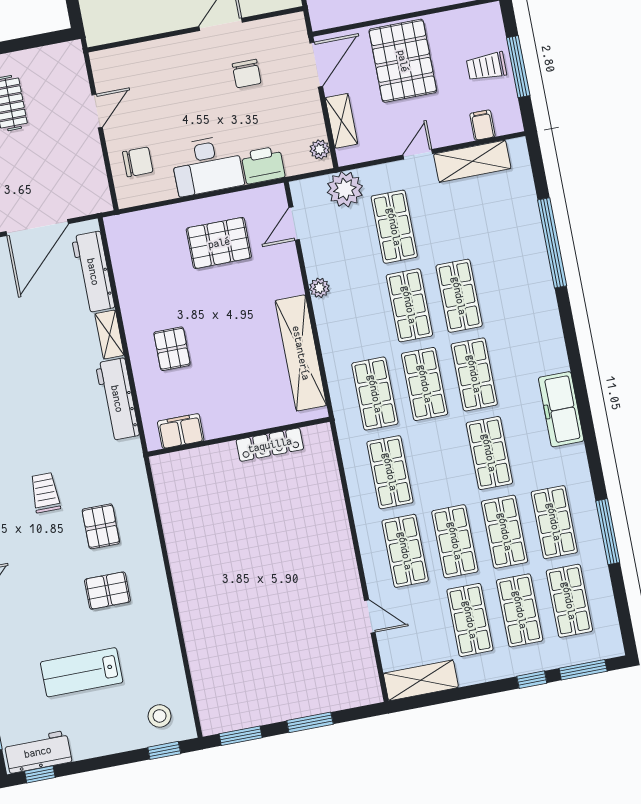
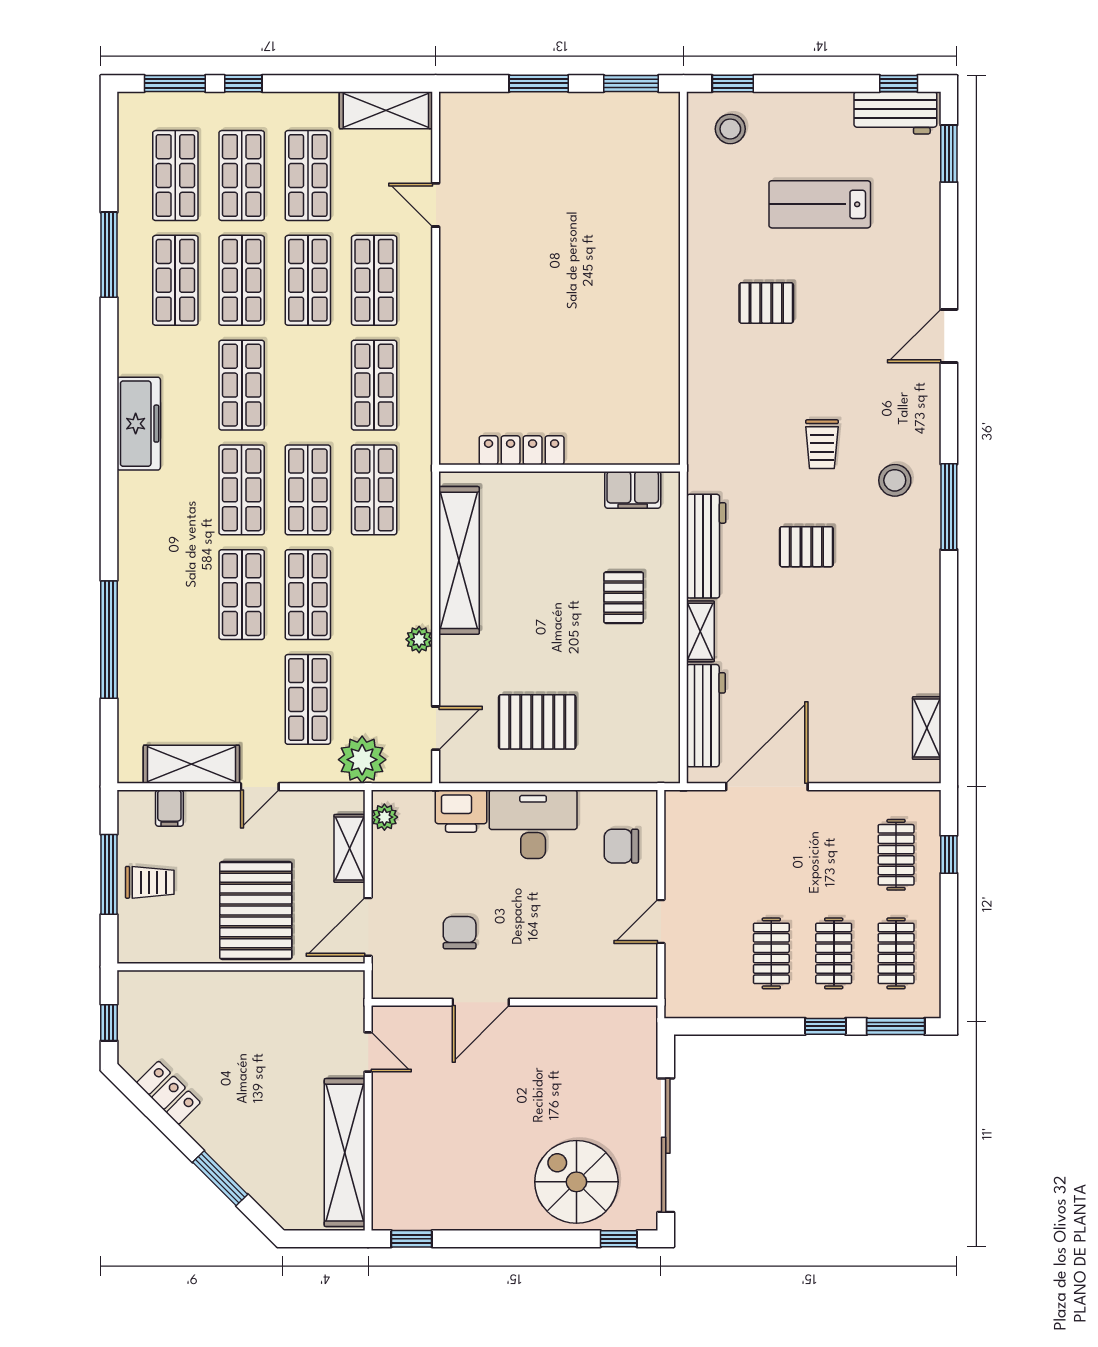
pallet: (101, 526) -> (806, 547), moved, turned 90
lab bench: (82, 672) -> (820, 204), turned 180

